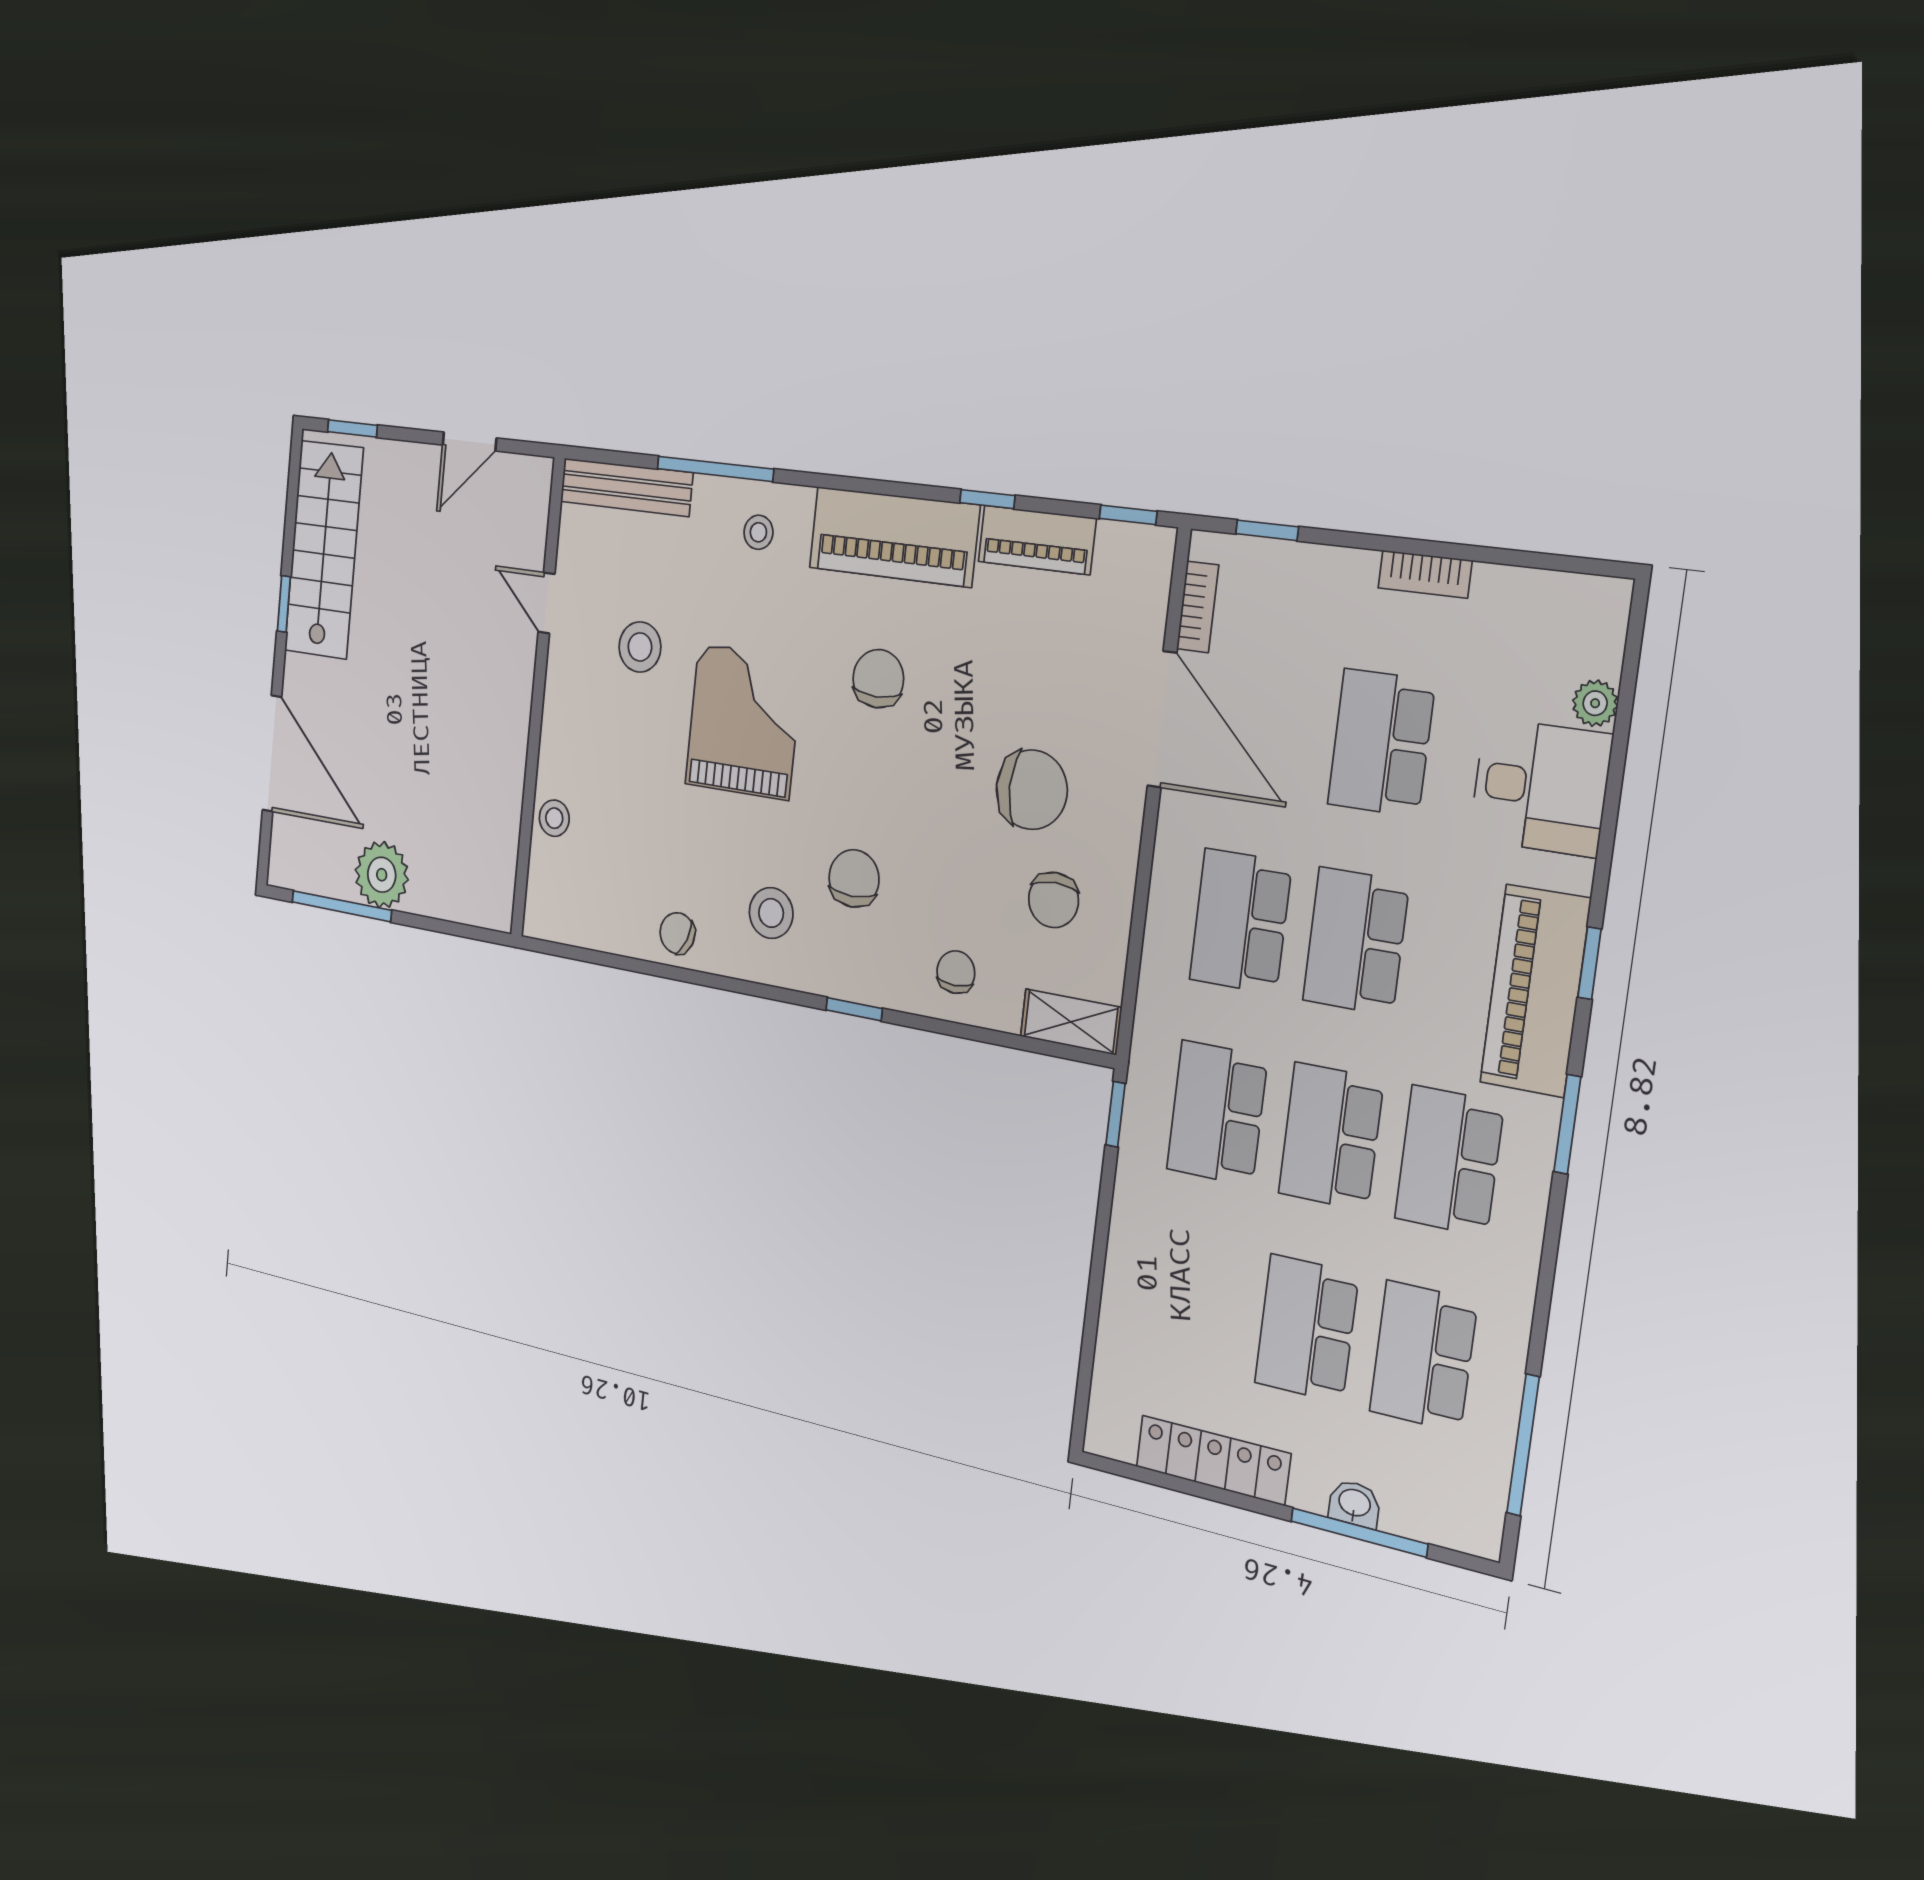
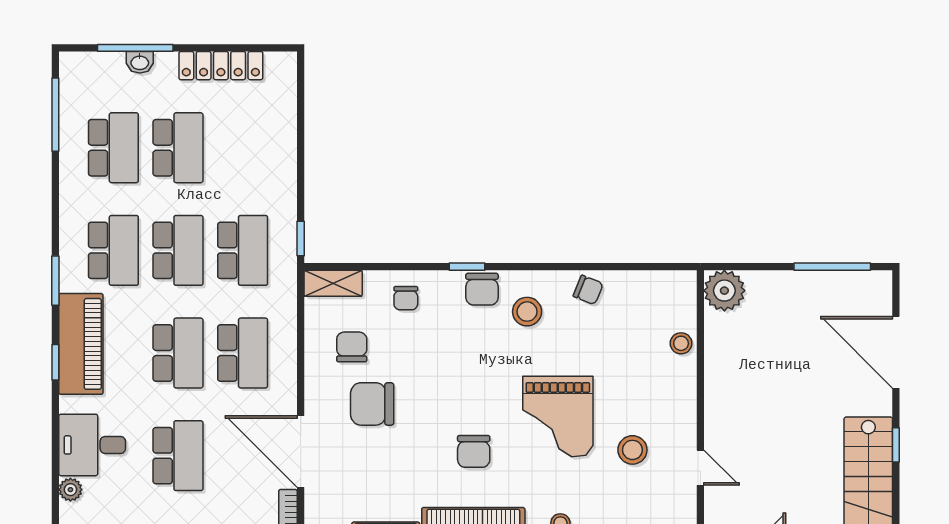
plant: (382, 875) -> (724, 291), moved
chair: (854, 878) -> (482, 289), moved

